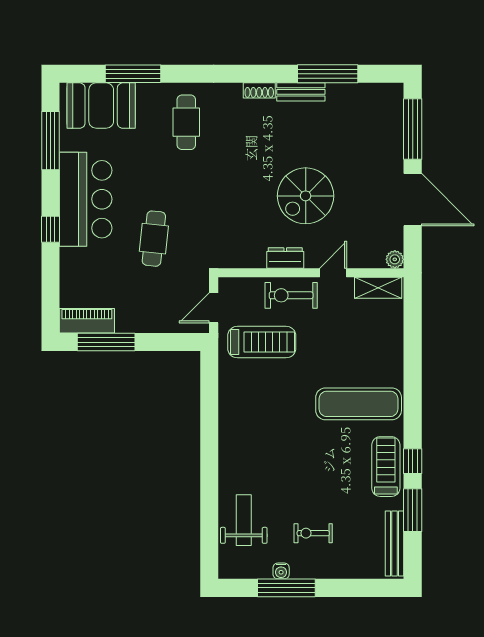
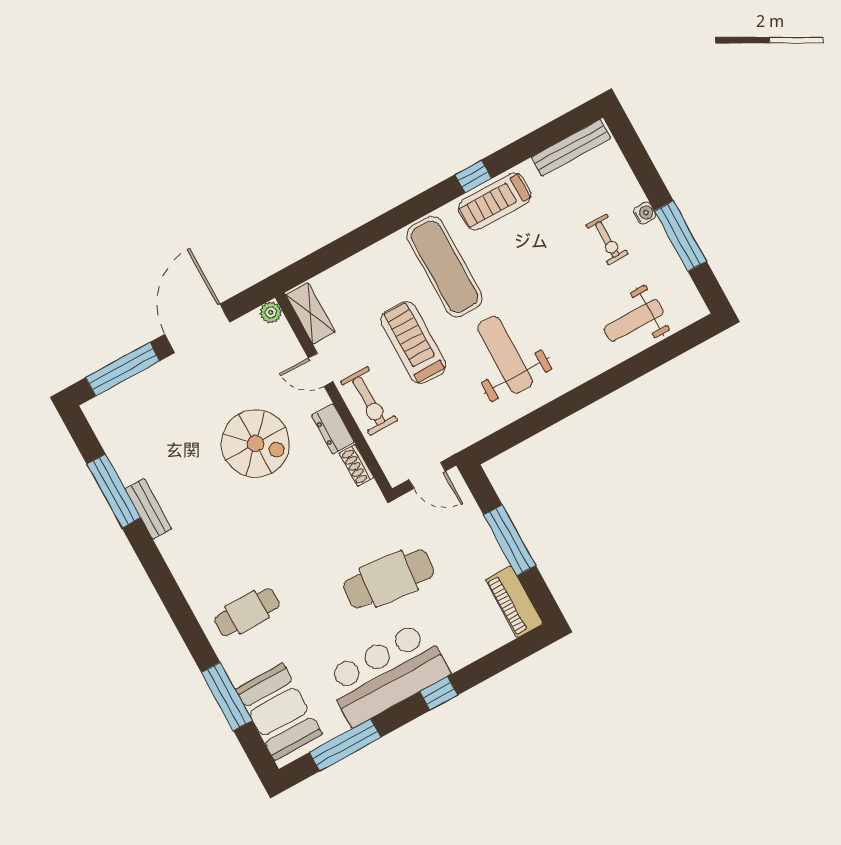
shoe rack: (259, 90) -> (356, 465), moved, turned 180
cafe table: (154, 239) -> (389, 579), width x1.37, depth x1.35
window: (106, 342) -> (510, 540), moved
treadmill: (262, 342) -> (413, 343), moved
weight bench: (270, 413) -> (505, 355), added
window: (413, 510) -> (525, 148), removed
water cooler: (281, 571) -> (645, 213), moved

